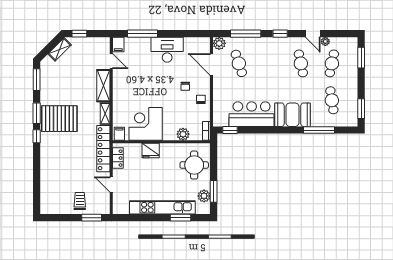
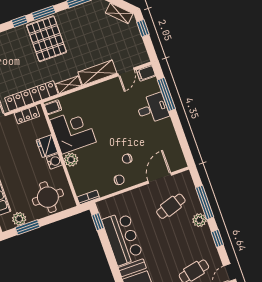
plant: (219, 43) -> (199, 220), moved
desk: (167, 50) -> (152, 109), moved, width x0.73
plant: (183, 134) -> (71, 160), moved
water cooler: (166, 149) -> (54, 161), added

